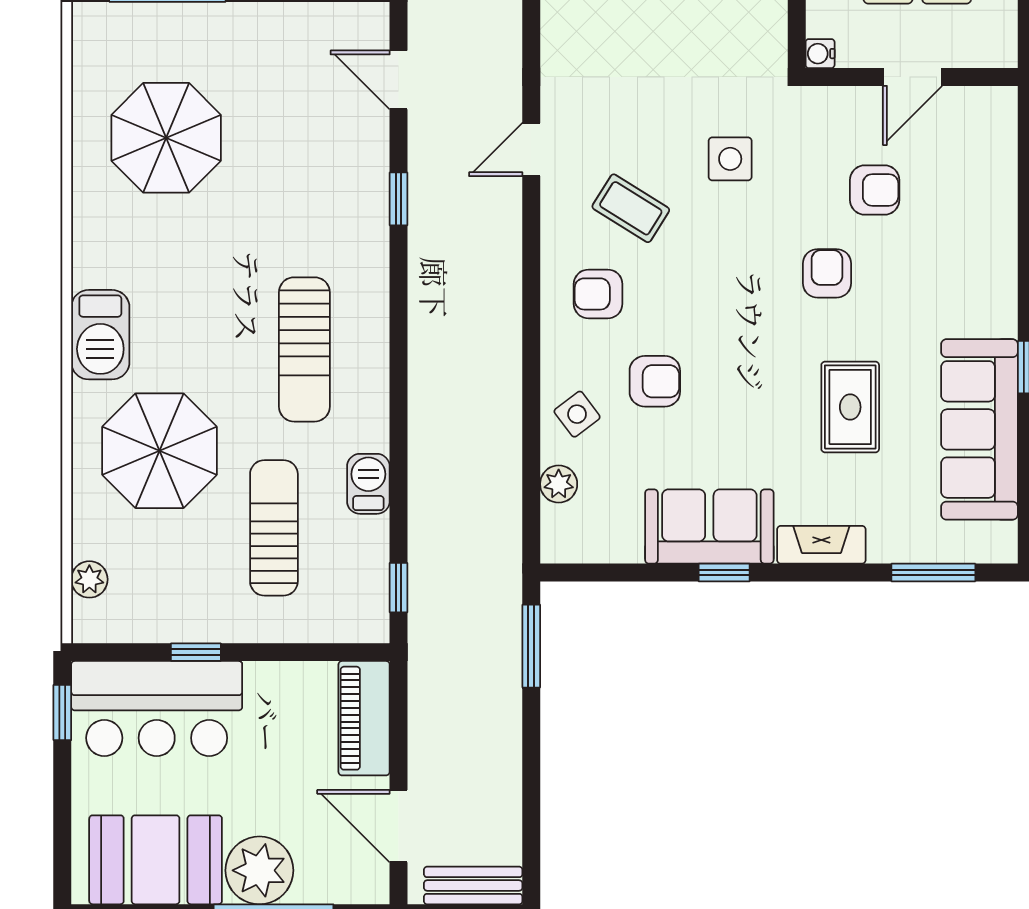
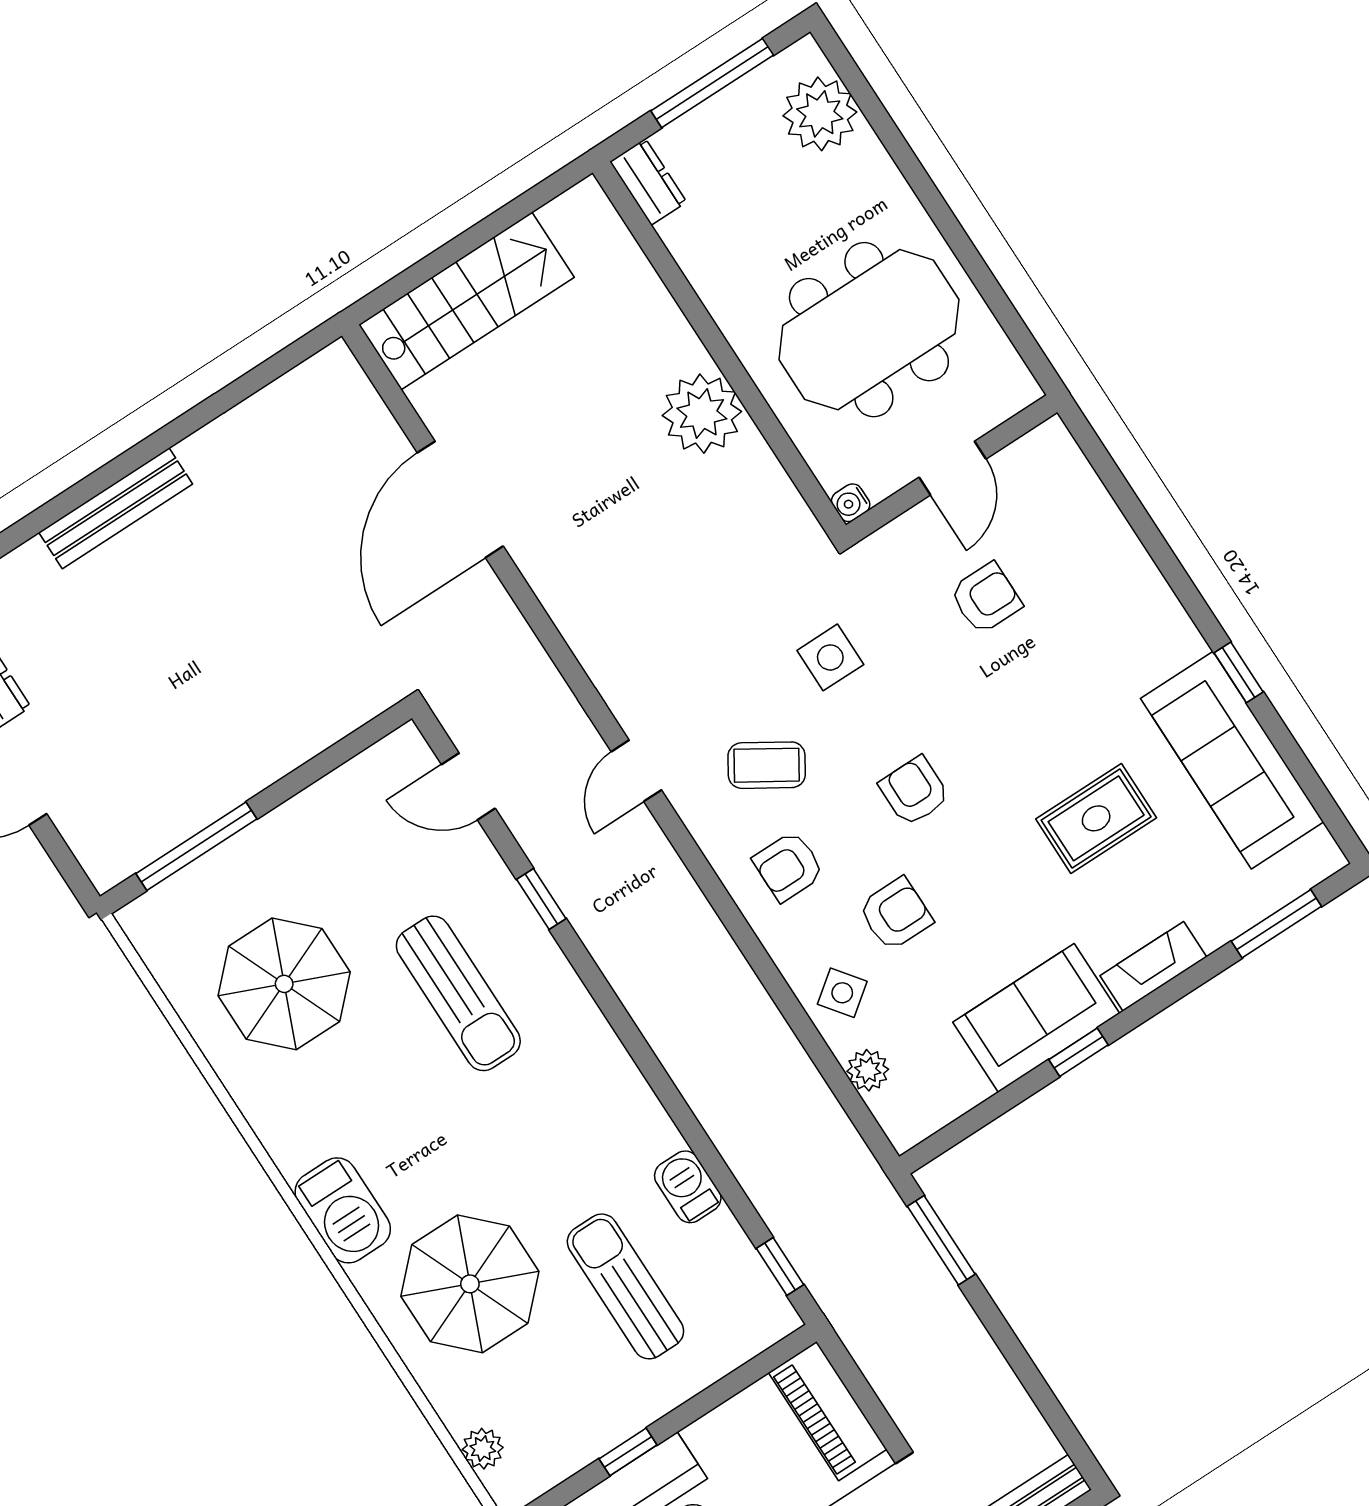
armchair: (827, 273) -> (914, 791), moved
sun lounger: (304, 349) -> (458, 993), moved
rug: (850, 407) -> (1096, 818), turned 90

